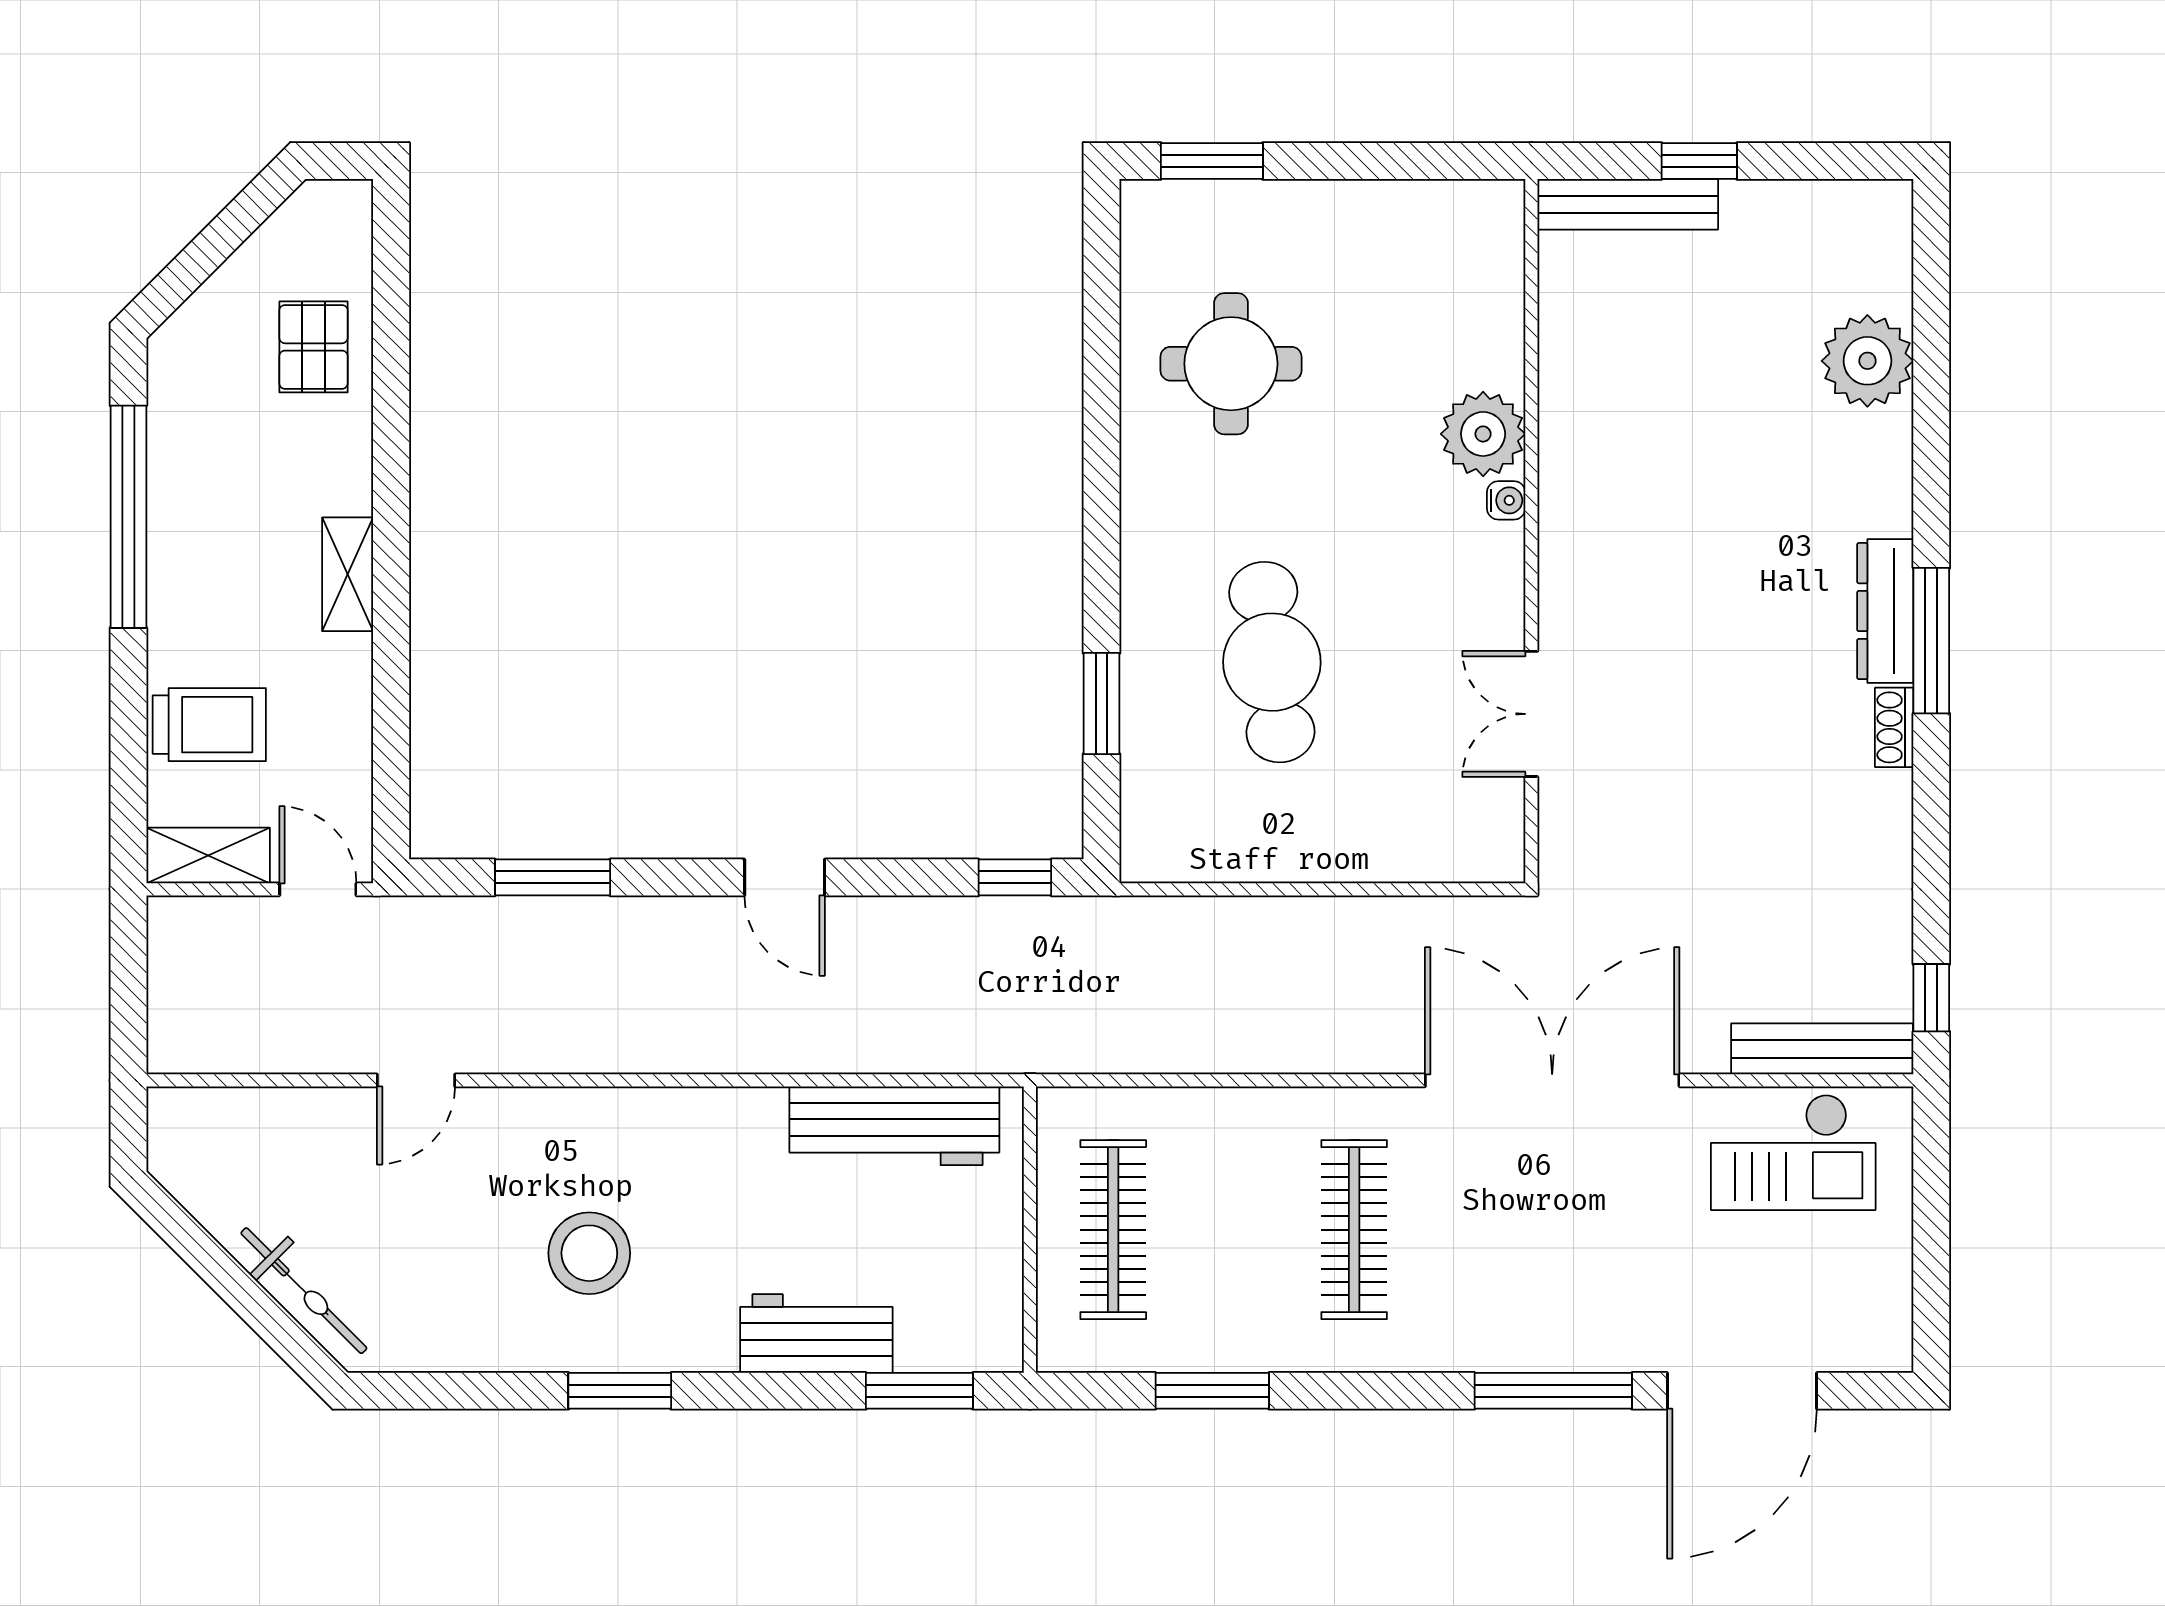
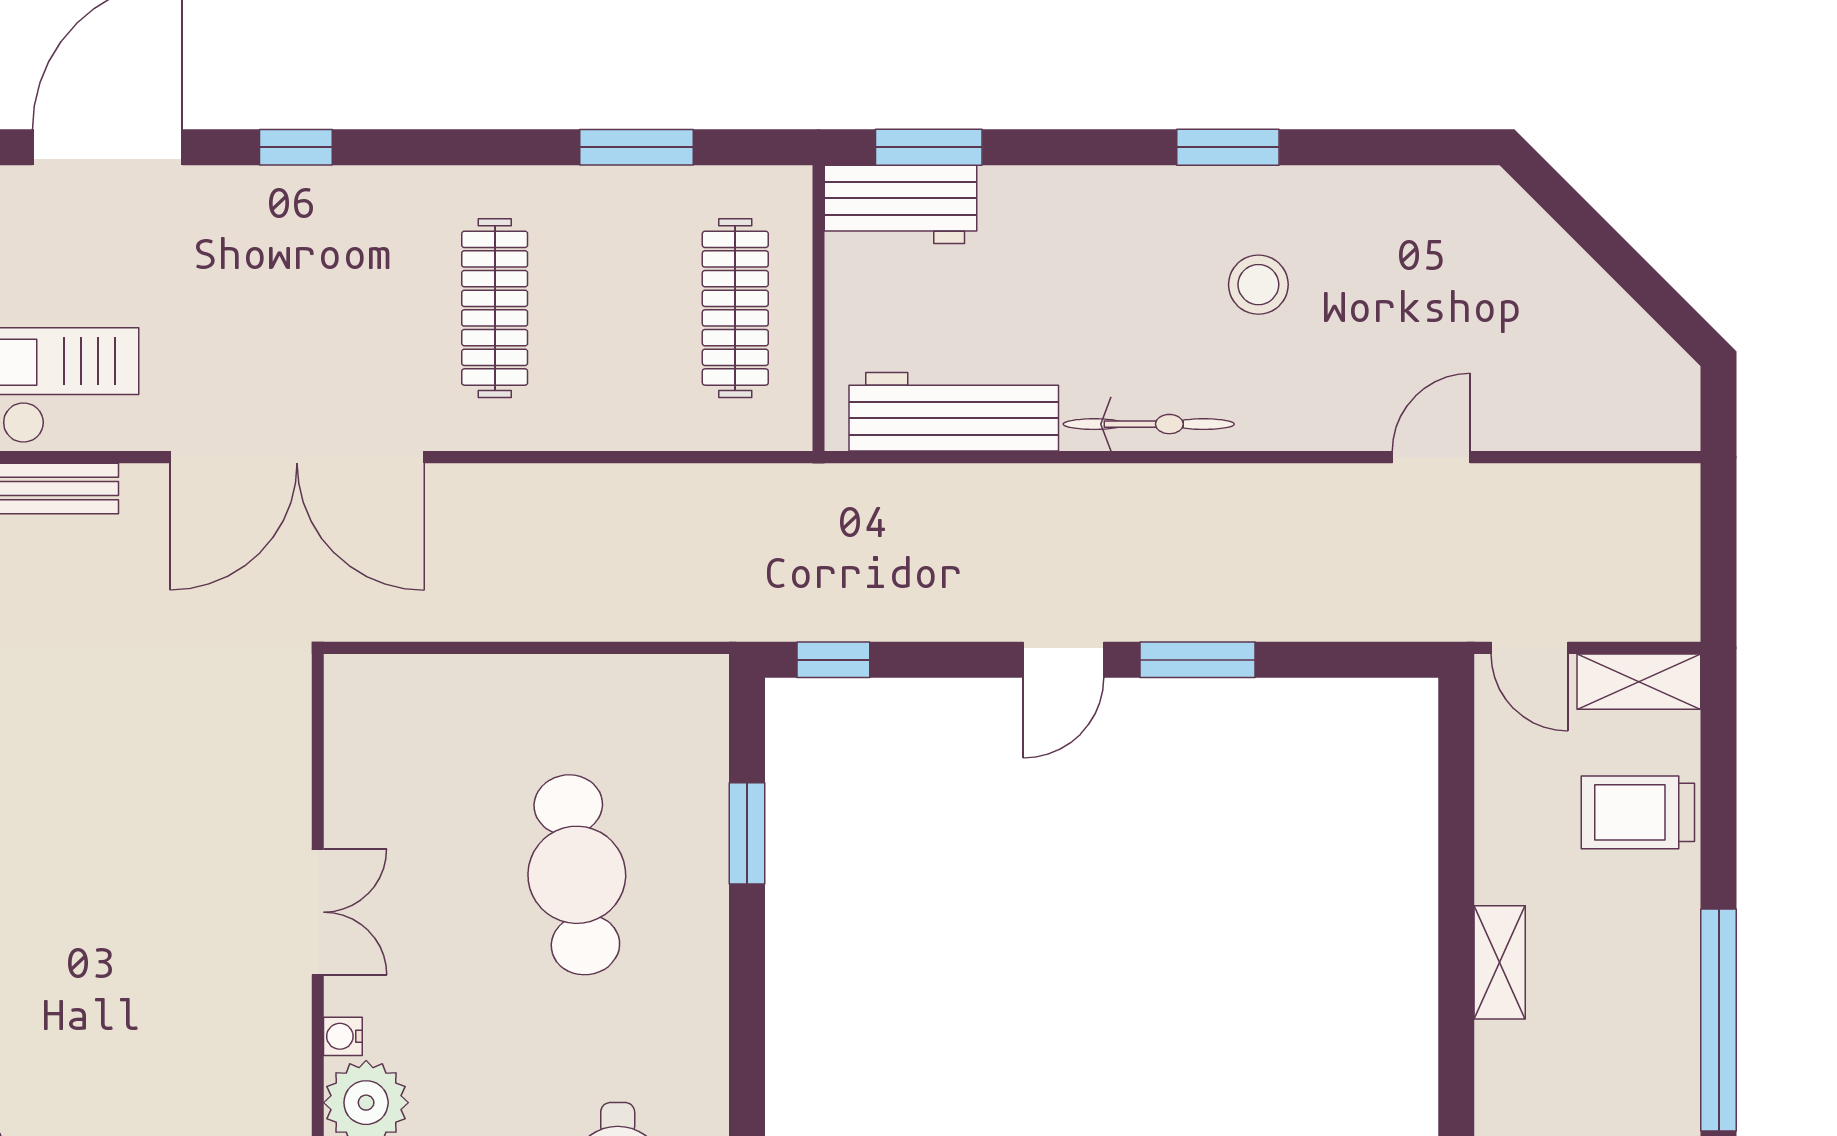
double door: (1531, 714) -> (318, 912), moved
window: (553, 877) -> (1197, 660), moved
door: (785, 877) -> (1063, 660), swing flipped
stool: (589, 1253) -> (1258, 285), width x0.73, depth x0.73
bicycle: (304, 1291) -> (1149, 424), moved, turned 135
workbench: (816, 1334) -> (900, 204), moved
window: (1553, 1391) -> (296, 147), width x0.46

